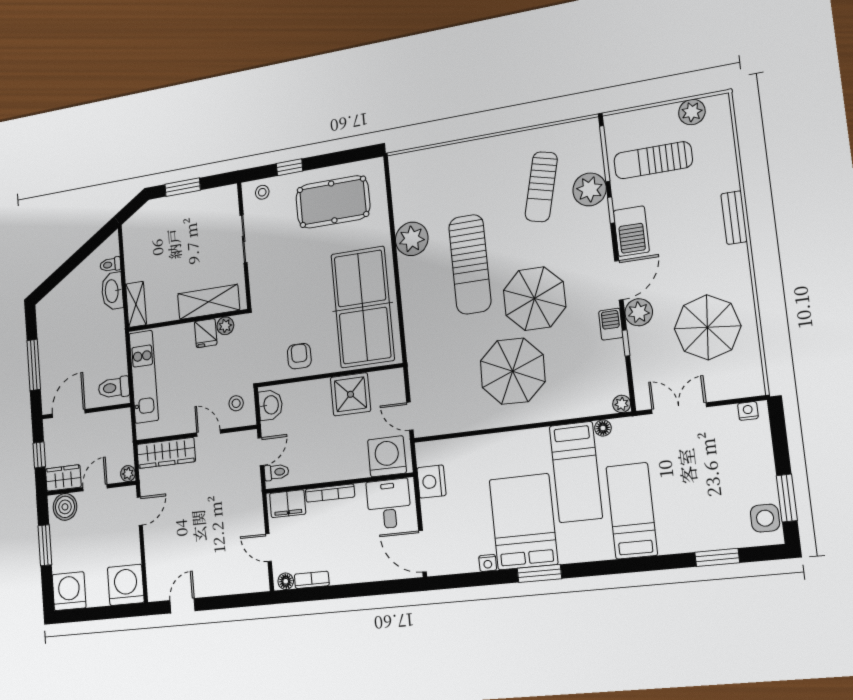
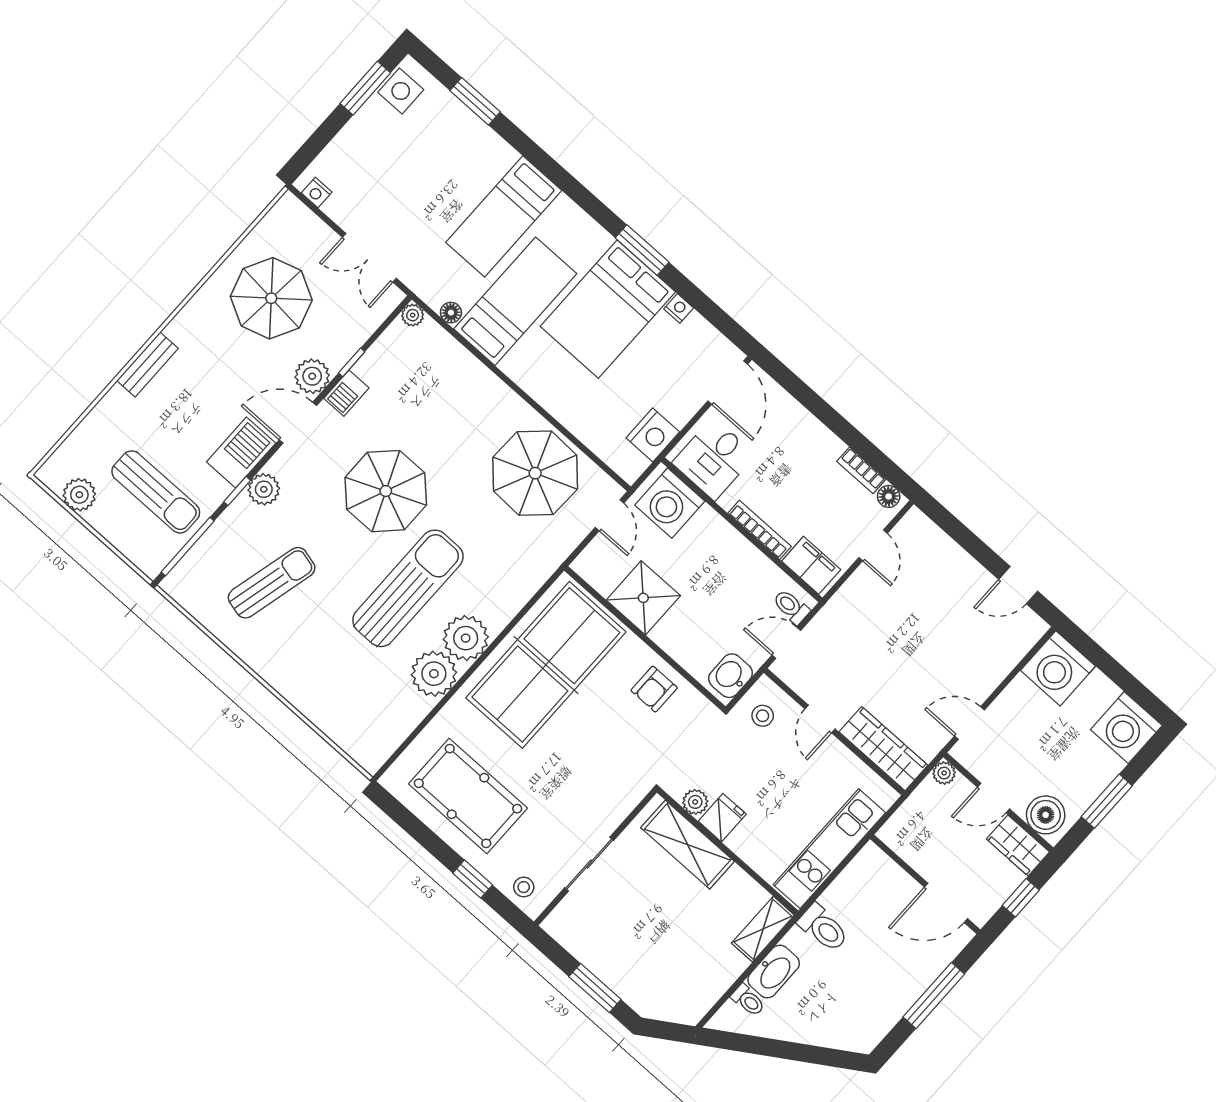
plant: (590, 189) -> (264, 489), moved, width x0.73, depth x0.73
plant: (415, 274) -> (466, 638), added
parasol: (513, 371) -> (535, 473), moved
toilet: (114, 388) -> (823, 928), moved

